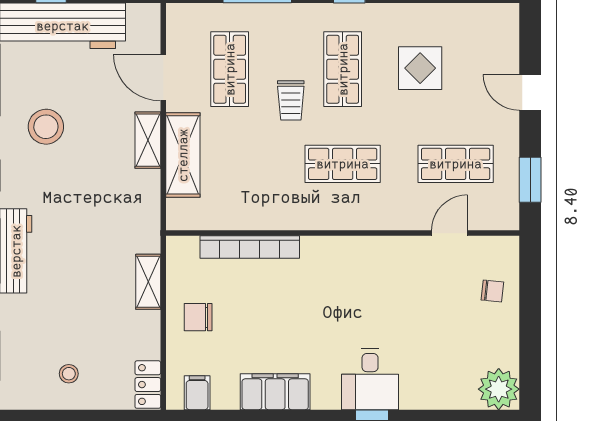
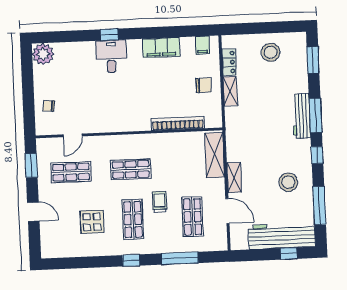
shelving: (183, 155) -> (215, 155), moved
shelving: (148, 282) -> (230, 91), moved
stool: (69, 374) -> (271, 52), width x1.89, depth x1.89
locker: (148, 385) -> (229, 62), moved

